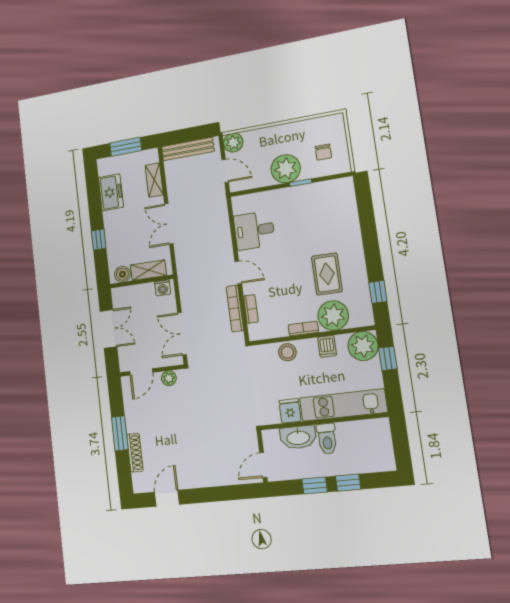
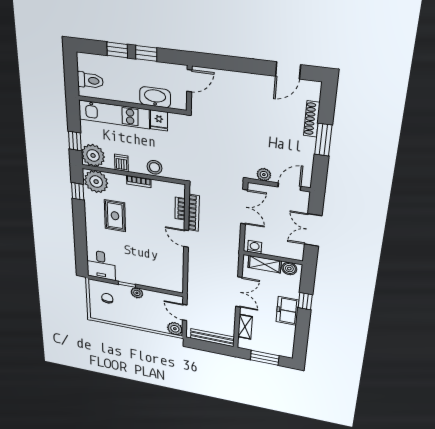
plant: (286, 169) -> (137, 293), width x0.53, depth x0.53
freezer: (111, 192) -> (287, 311), moved
desk: (254, 230) -> (101, 265), moved, turned 90
plant: (333, 316) -> (96, 182), moved
toilet: (327, 439) -> (90, 80), moved, turned 90

